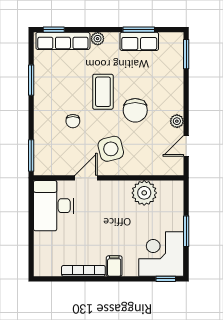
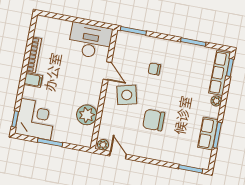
coffee table: (103, 92) -> (173, 97), removed
plant: (177, 121) -> (103, 145), moved

